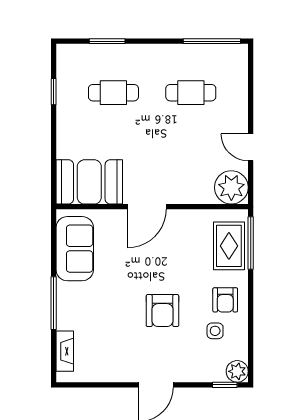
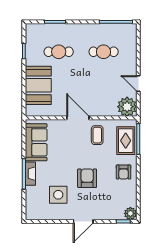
booth: (89, 182) -> (38, 85), moved, turned 90
door: (147, 207) -> (78, 118), swing flipped
coffee table: (180, 236) -> (97, 135), added
armchair: (162, 311) -> (87, 178), turned 180
side table: (215, 331) -> (58, 195), moved, width x1.87, depth x1.87
fireplace: (65, 351) -> (30, 174), moved

